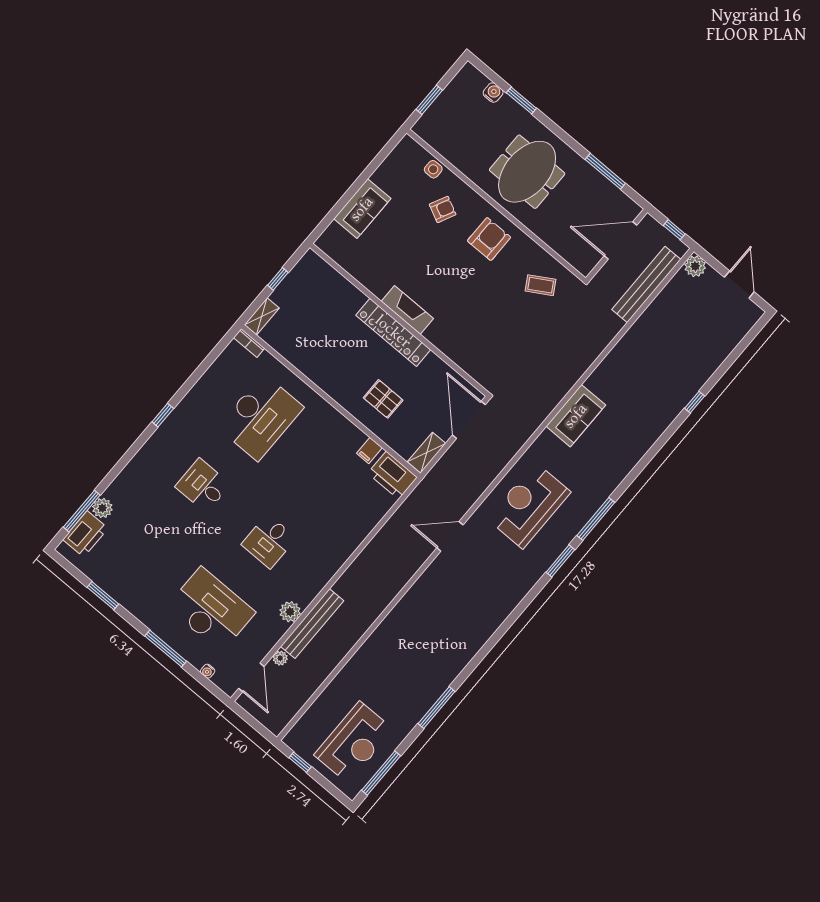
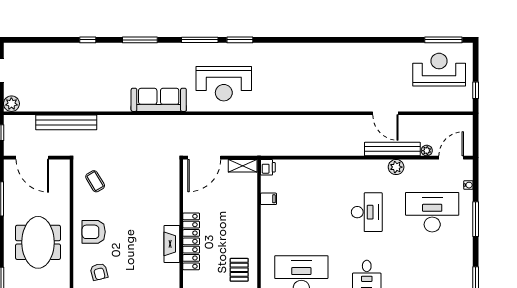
meeting table: (527, 172) -> (38, 242), turned 90
armchair: (443, 209) -> (99, 272), turned -130
bench: (646, 284) -> (66, 122), moved
pallet: (383, 399) -> (239, 270), moved
sofa: (576, 416) -> (159, 100), width x1.36
printer: (392, 475) -> (268, 167), width x0.53, depth x0.68
door: (450, 536) -> (385, 113), moved
desk: (269, 541) -> (367, 212), width x1.37
desk: (211, 609) -> (432, 212), turned 90
window: (437, 707) -> (140, 40), moved

